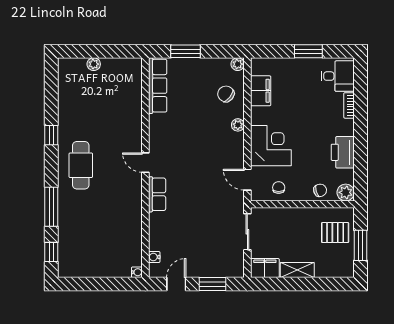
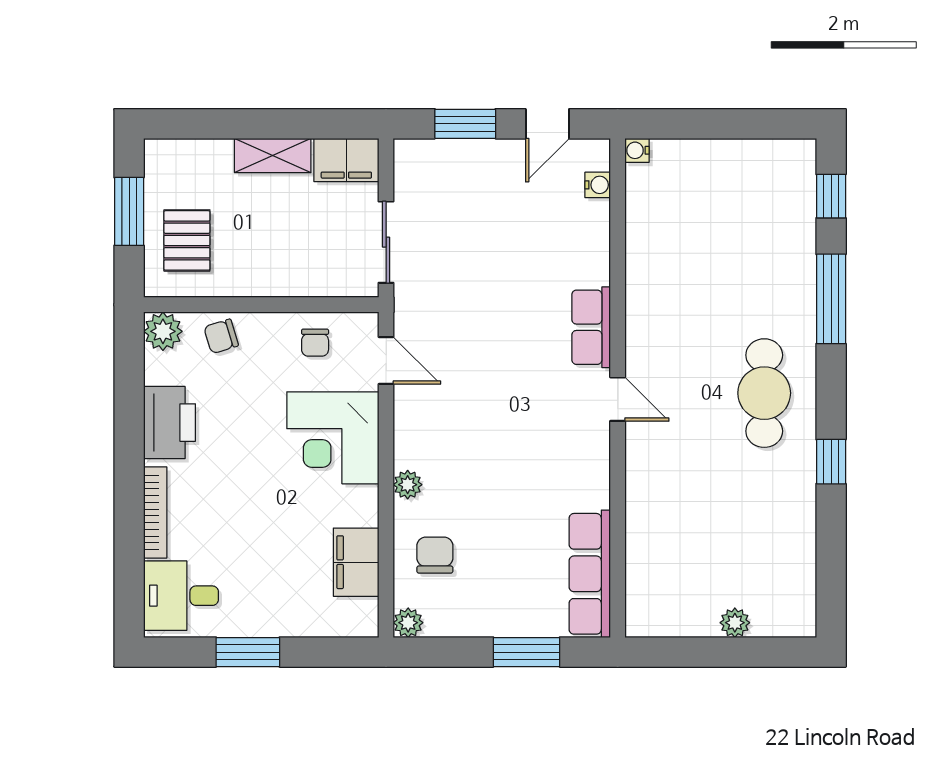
chair: (226, 94) -> (435, 555), turned -128
bookcase: (349, 105) -> (155, 512), width x1.56
pallet: (335, 233) -> (187, 240), turned 90

